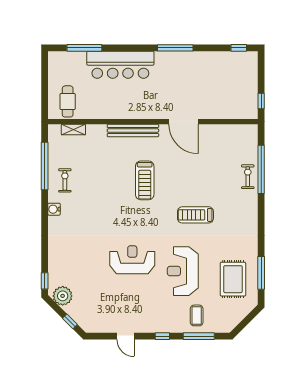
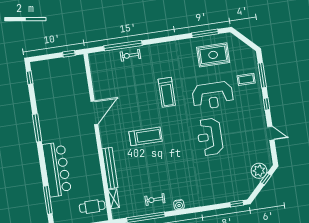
bench: (133, 131) -> (110, 168), moved
plant: (63, 296) -> (259, 171), moved
door: (125, 336) -> (271, 133), hinge flipped

